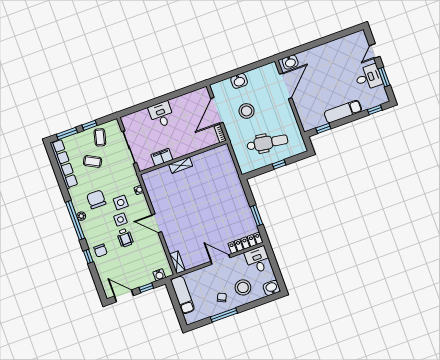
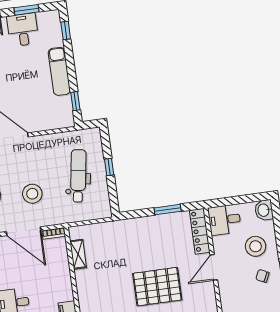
shelving: (181, 165) -> (78, 254), moved
pallet: (197, 220) -> (157, 287), added

